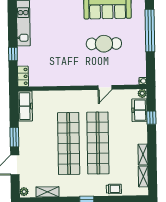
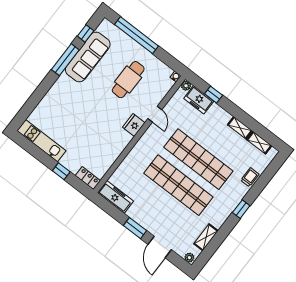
cafe table: (104, 44) -> (128, 80), moved
fridge: (86, 79) -> (134, 125), added

